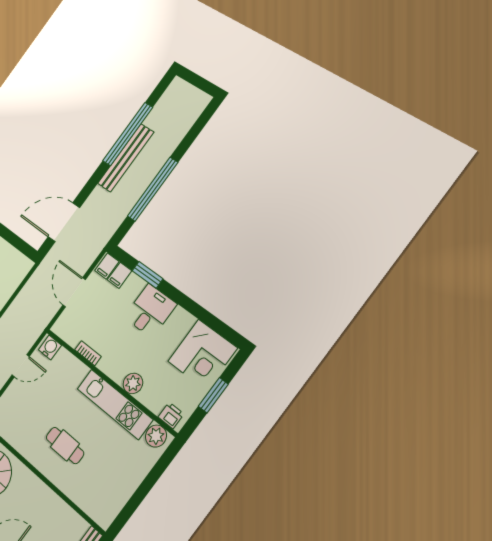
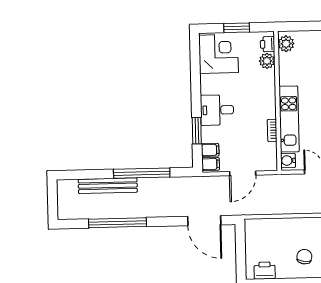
bench: (126, 158) -> (108, 186), moved
plant: (133, 383) -> (267, 61), moved
kitchen unit: (115, 404) -> (289, 119), moved

